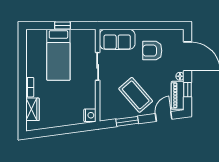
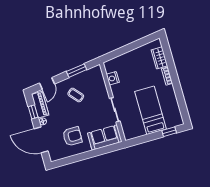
window: (63, 25) -> (169, 132), moved
coffee table: (136, 95) -> (76, 95), width x0.54, depth x0.58
nightstand: (90, 115) -> (113, 78), moved

